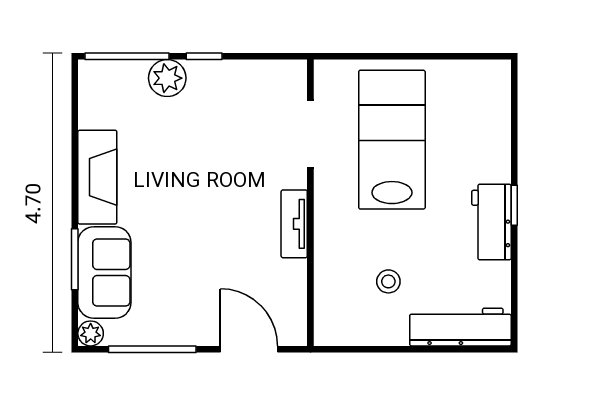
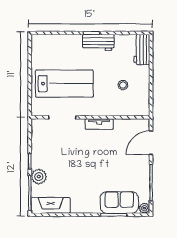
lab bench: (392, 140) -> (64, 84), turned 180
fireplace: (97, 177) -> (51, 205), moved
workbench: (460, 327) -> (142, 50), width x0.73

